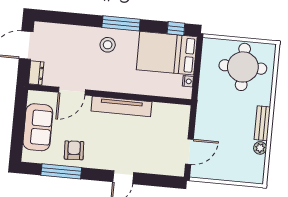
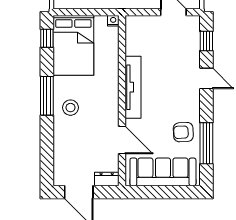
nightstand: (188, 81) -> (113, 21), moved
sofa: (38, 127) -> (163, 172), width x1.36
window: (159, 181) -> (206, 41), added

